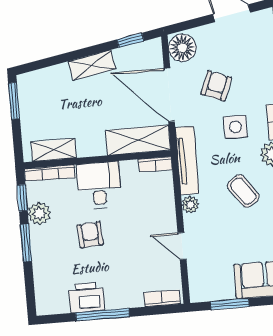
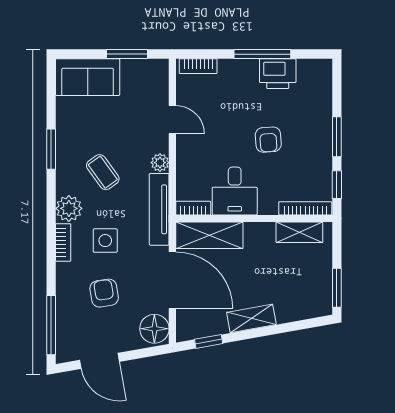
armchair: (216, 86) -> (104, 293), moved, turned 150
desk: (99, 185) -> (235, 191), moved
plant: (39, 213) -> (320, 167), removed

